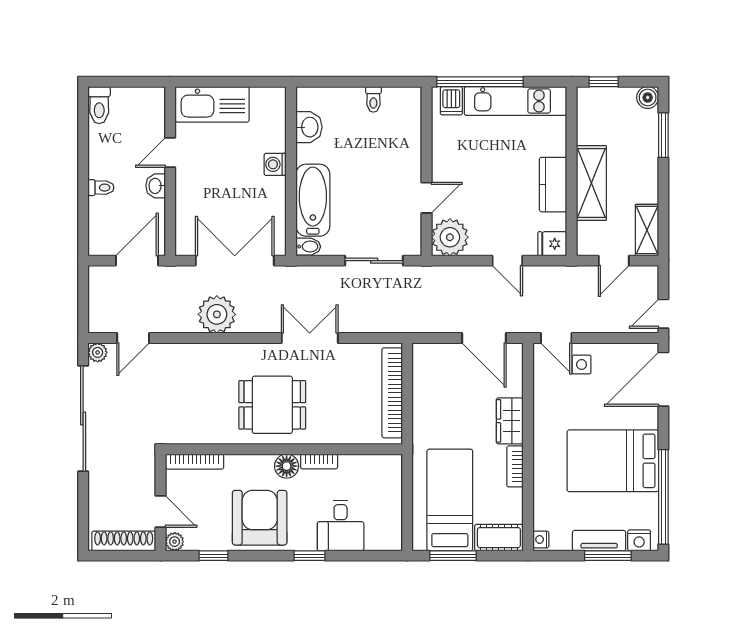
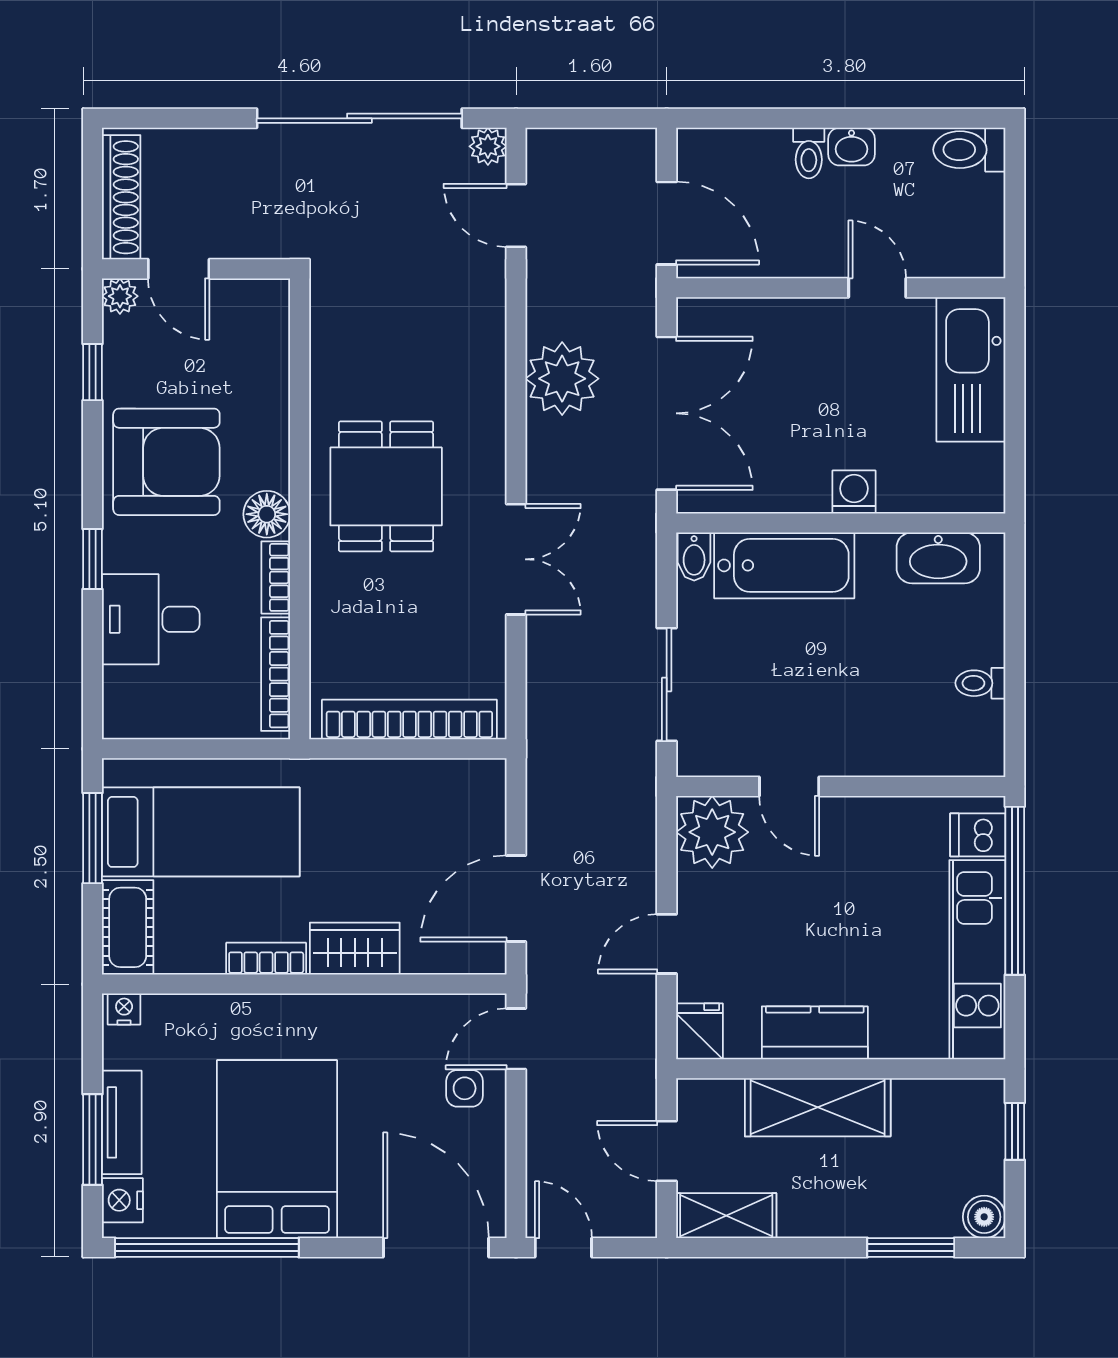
washbasin: (309, 127) -> (938, 558), width x1.38
washbasin: (156, 186) -> (851, 147), moved, turned 180
bookcase: (195, 462) -> (276, 674), moved
door: (160, 511) -> (179, 269), hinge flipped

